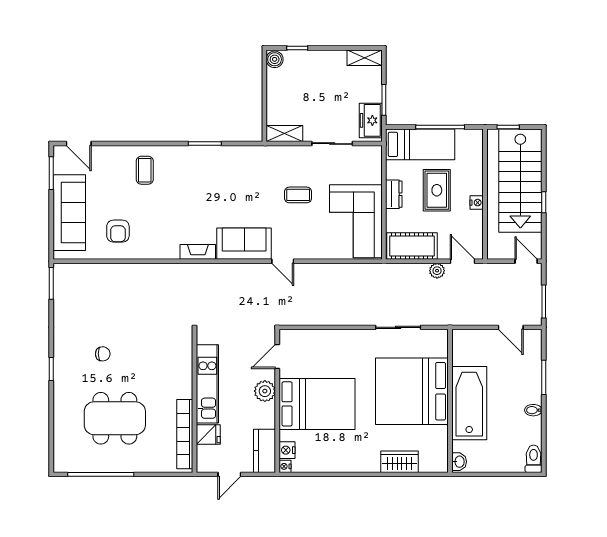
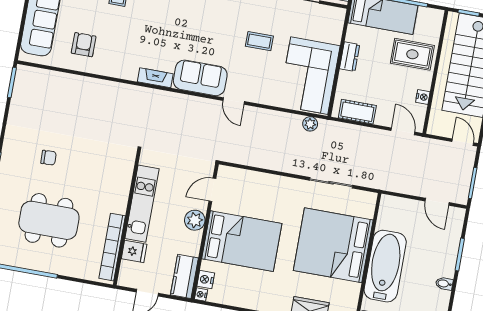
rug: (437, 190) -> (412, 54), moved, turned 90
nightstand: (477, 203) -> (423, 97), moved
armchair: (118, 231) -> (84, 45), turned 180
cot: (412, 246) -> (357, 112), width x0.73, depth x0.75
plant: (437, 271) -> (310, 124), moved

